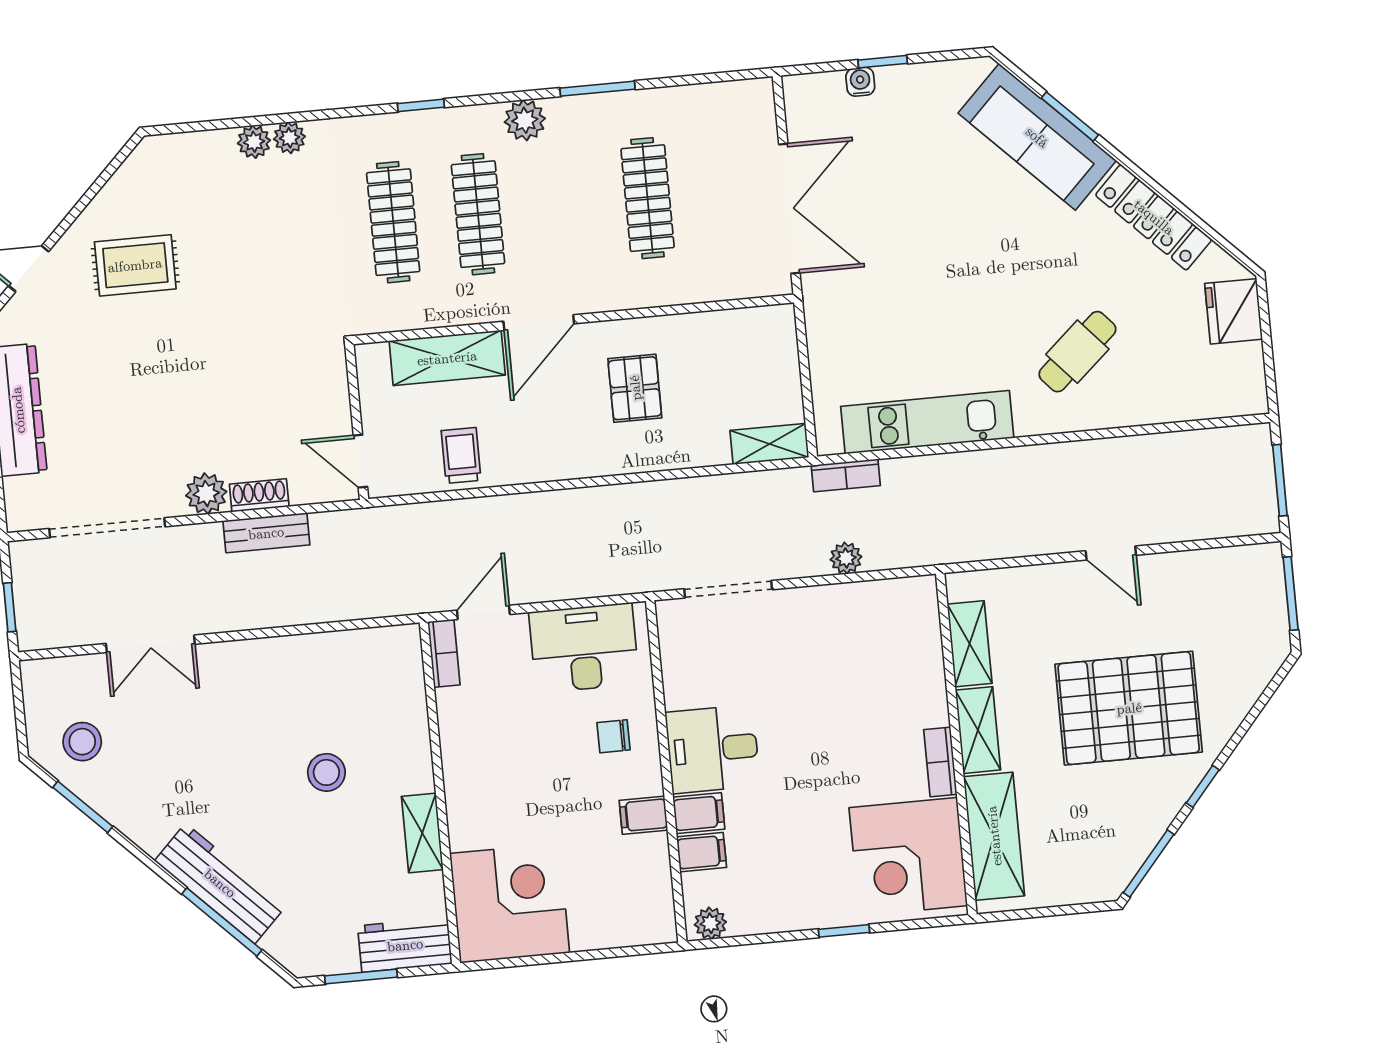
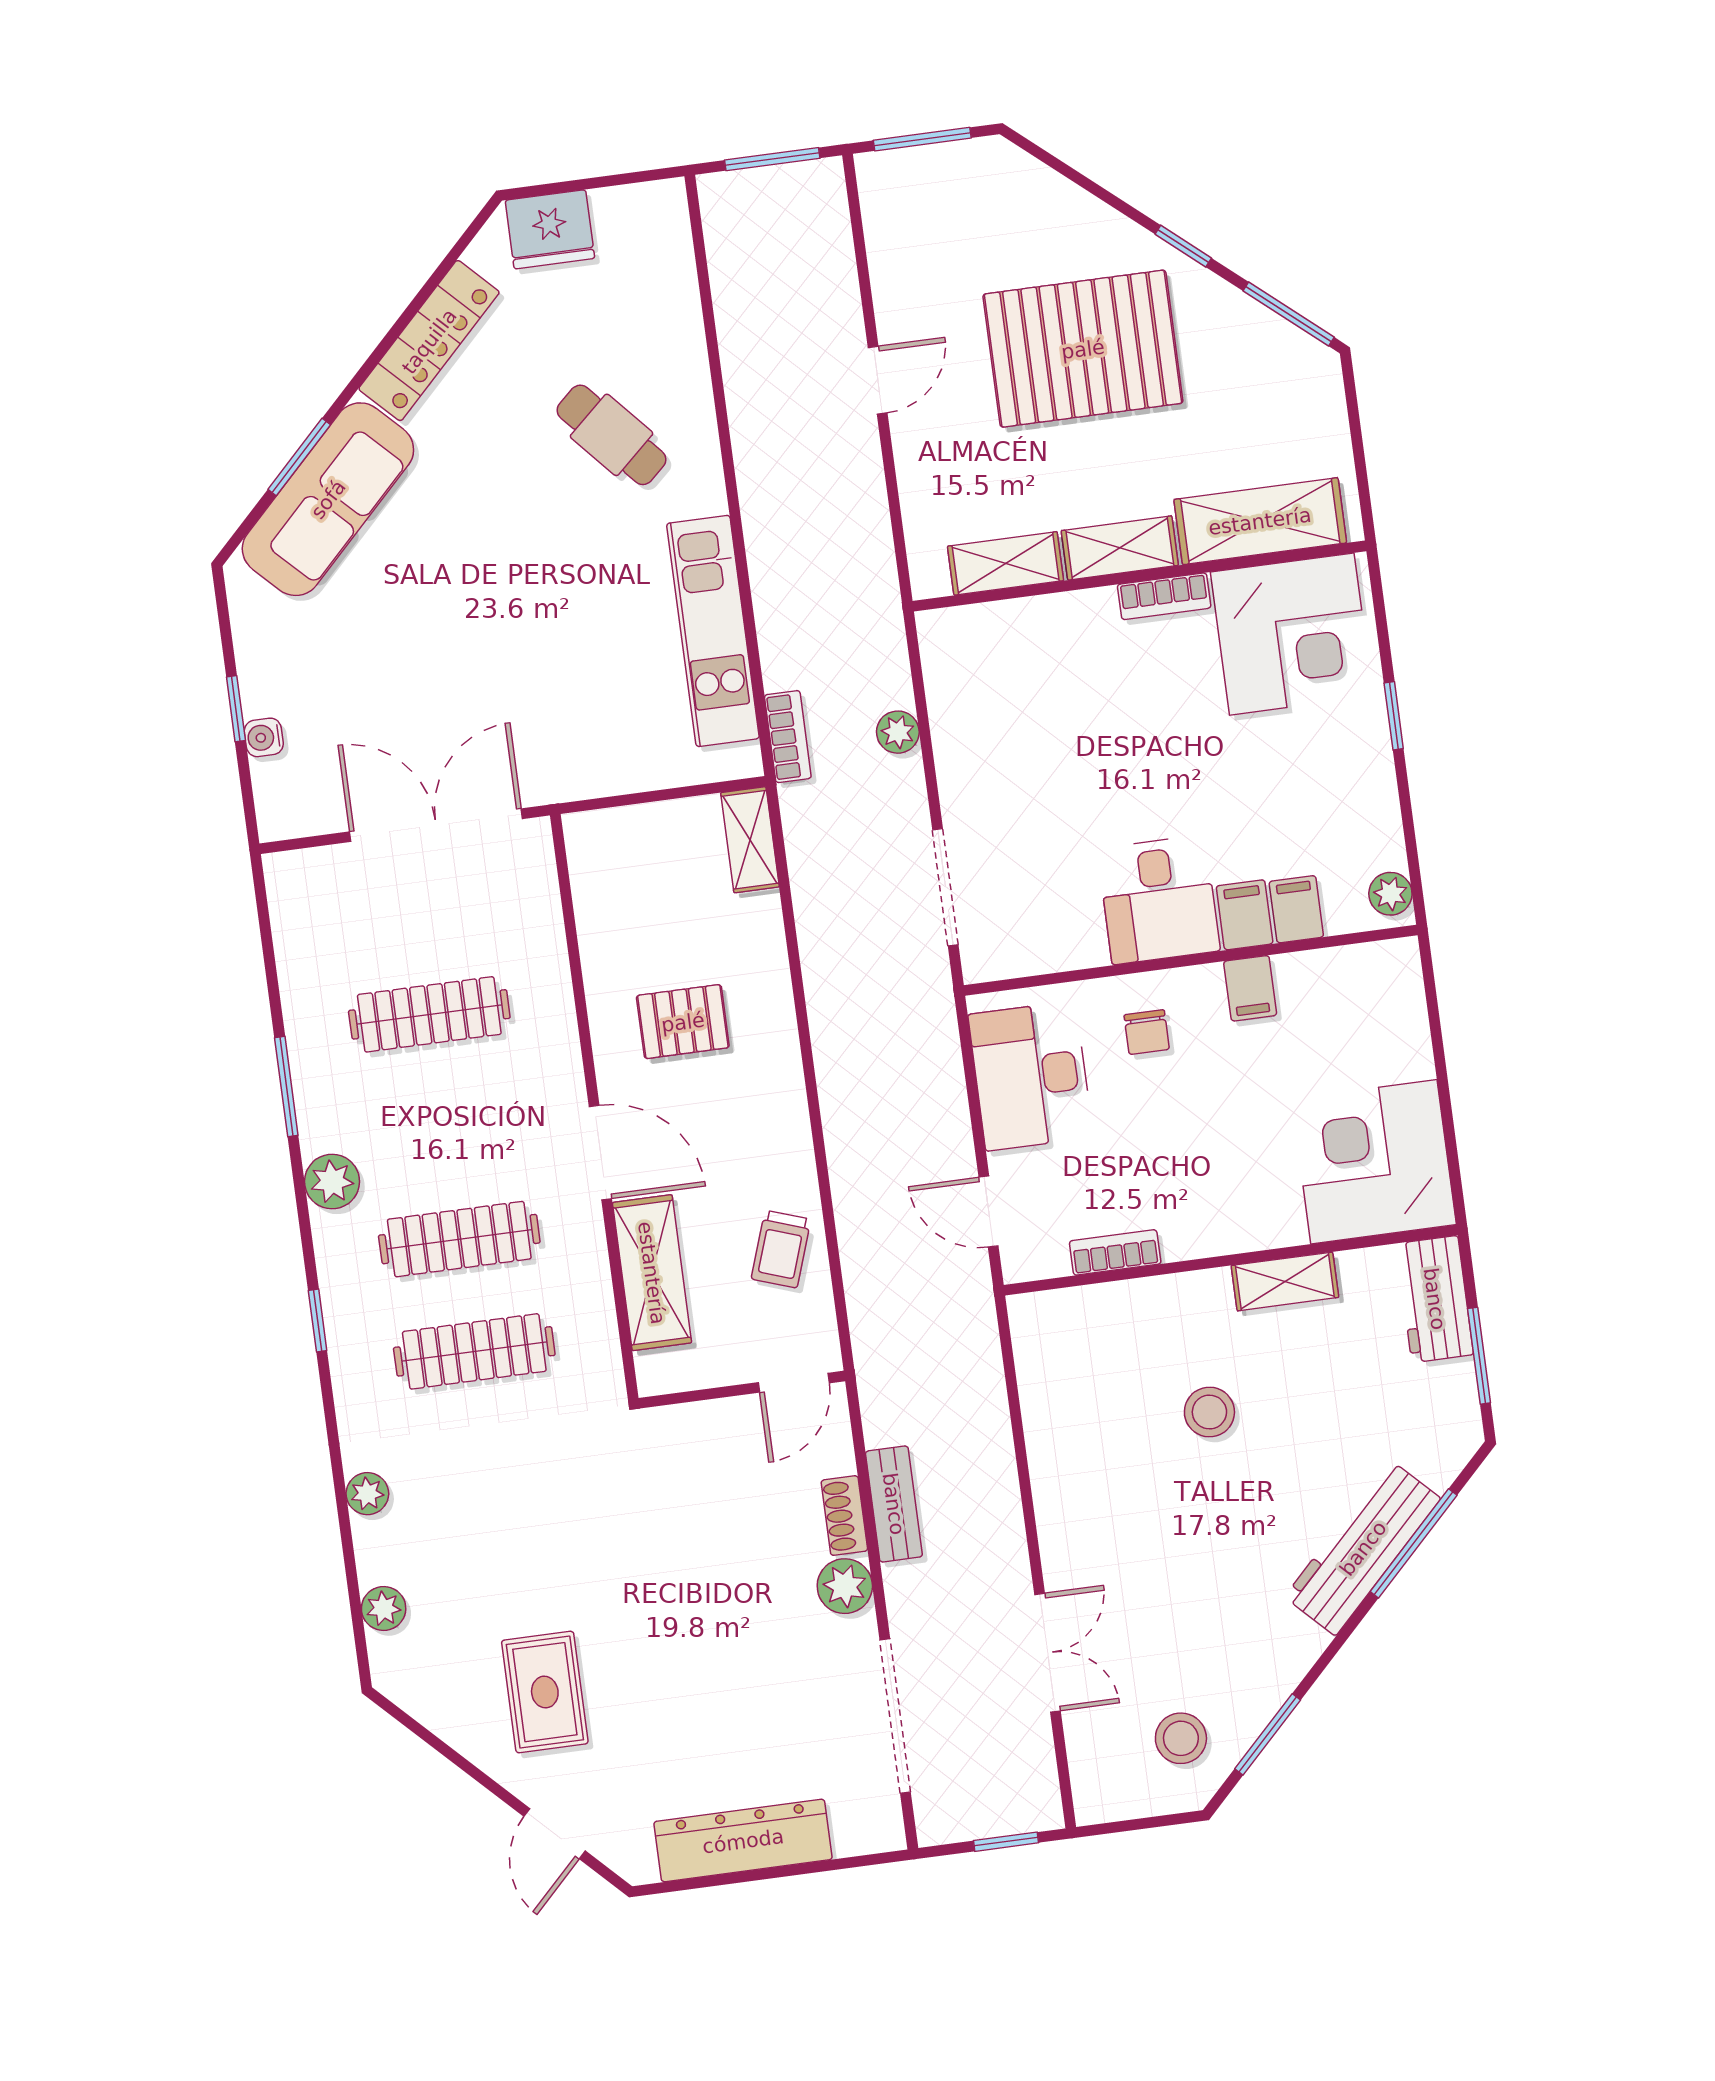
plant: (254, 142) -> (384, 1608), moved
trolley: (461, 455) -> (781, 1249), turned -71
bookcase: (444, 653) -> (1115, 1252), moved
pallet: (1129, 708) -> (1083, 349), turned 90

